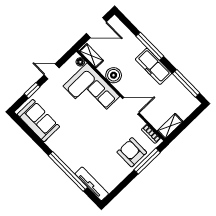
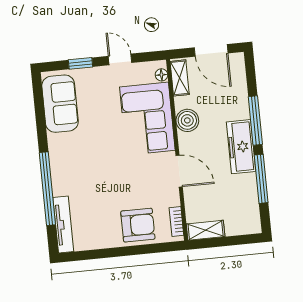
window: (186, 83) -> (261, 179), moved
armchair: (132, 152) -> (138, 225), turned 90
window: (147, 161) -> (147, 249), removed

